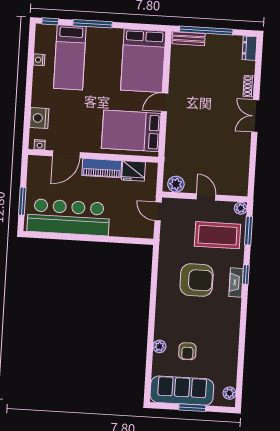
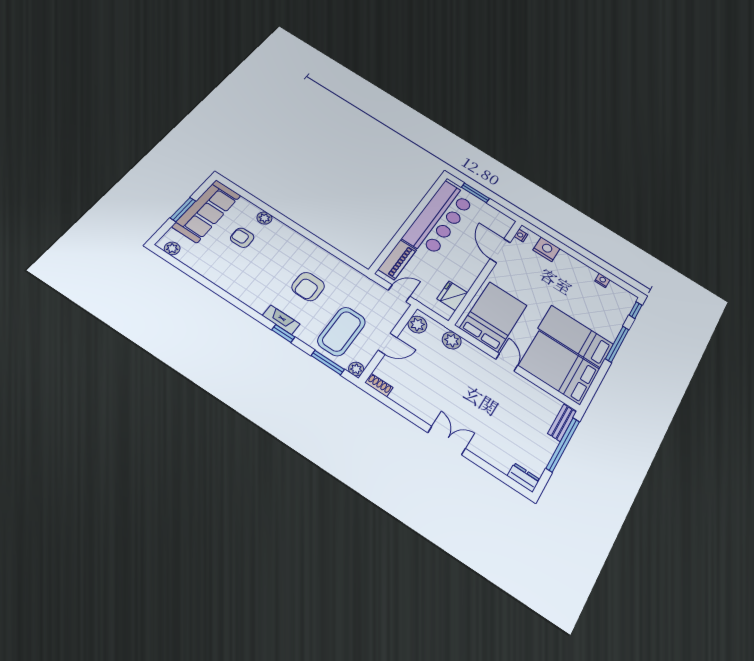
bed: (70, 57) -> (576, 336), moved
shoe rack: (249, 86) -> (379, 385), moved
plant: (173, 152) -> (452, 340), added
piano: (102, 168) -> (397, 260), moved, turned 180
armchair: (197, 280) -> (308, 287), width x0.73, depth x0.73

